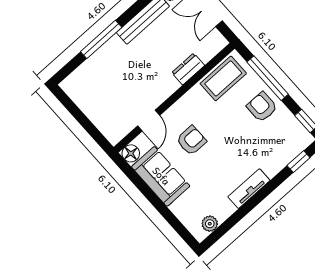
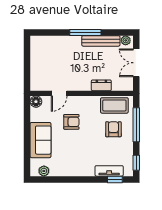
window: (101, 39) -> (85, 32), moved
armchair: (262, 107) -> (113, 129), moved
sofa: (161, 176) -> (41, 140), moved
tv unit: (249, 189) -> (109, 171), moved

